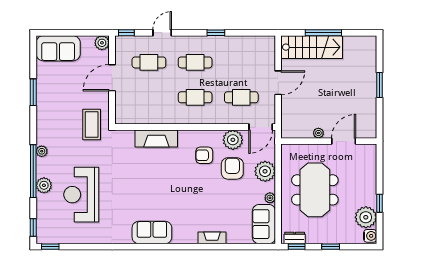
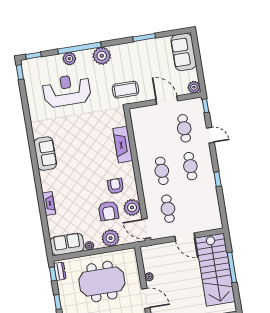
stairs: (312, 47) -> (215, 270), width x1.36, depth x1.51
plant: (42, 151) -> (102, 56), width x1.88, depth x1.88
armchair: (232, 168) -> (108, 211), turned 90

